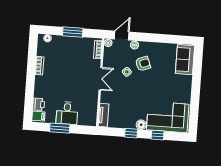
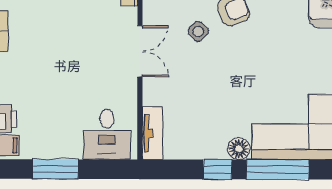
desk: (67, 113) -> (107, 134), moved
window: (158, 135) -> (278, 170), width x2.17

